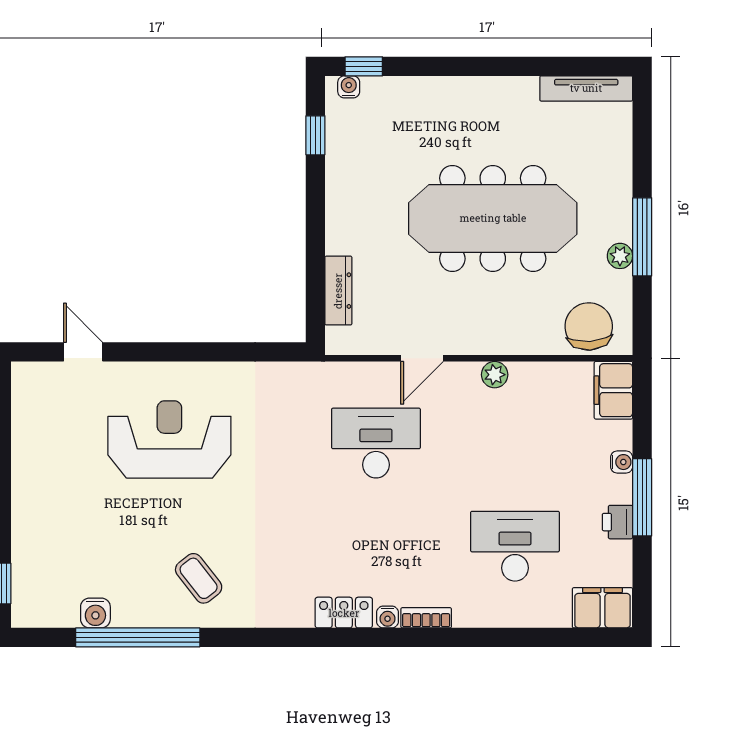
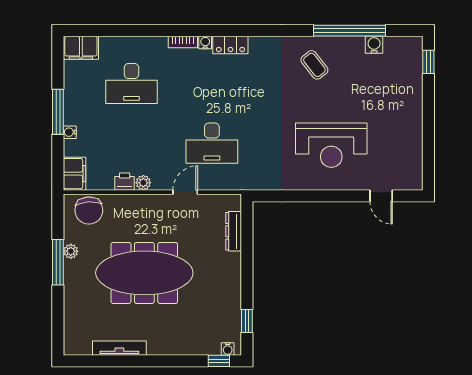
tv unit: (586, 88) -> (119, 348), moved
printer: (617, 522) -> (125, 182), moved, turned -90

